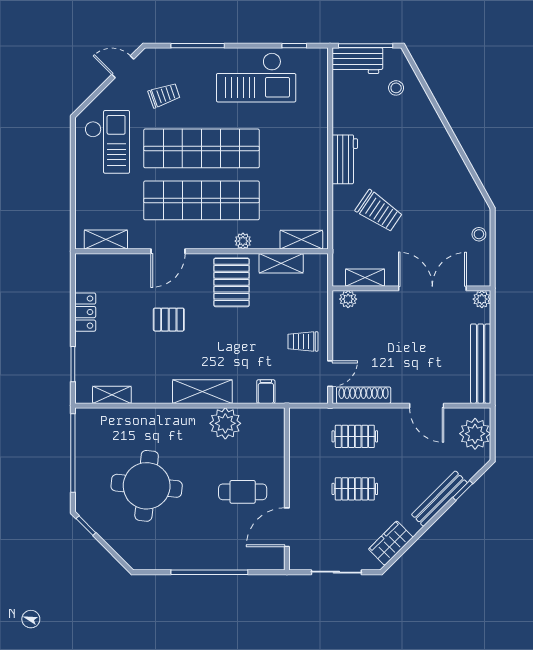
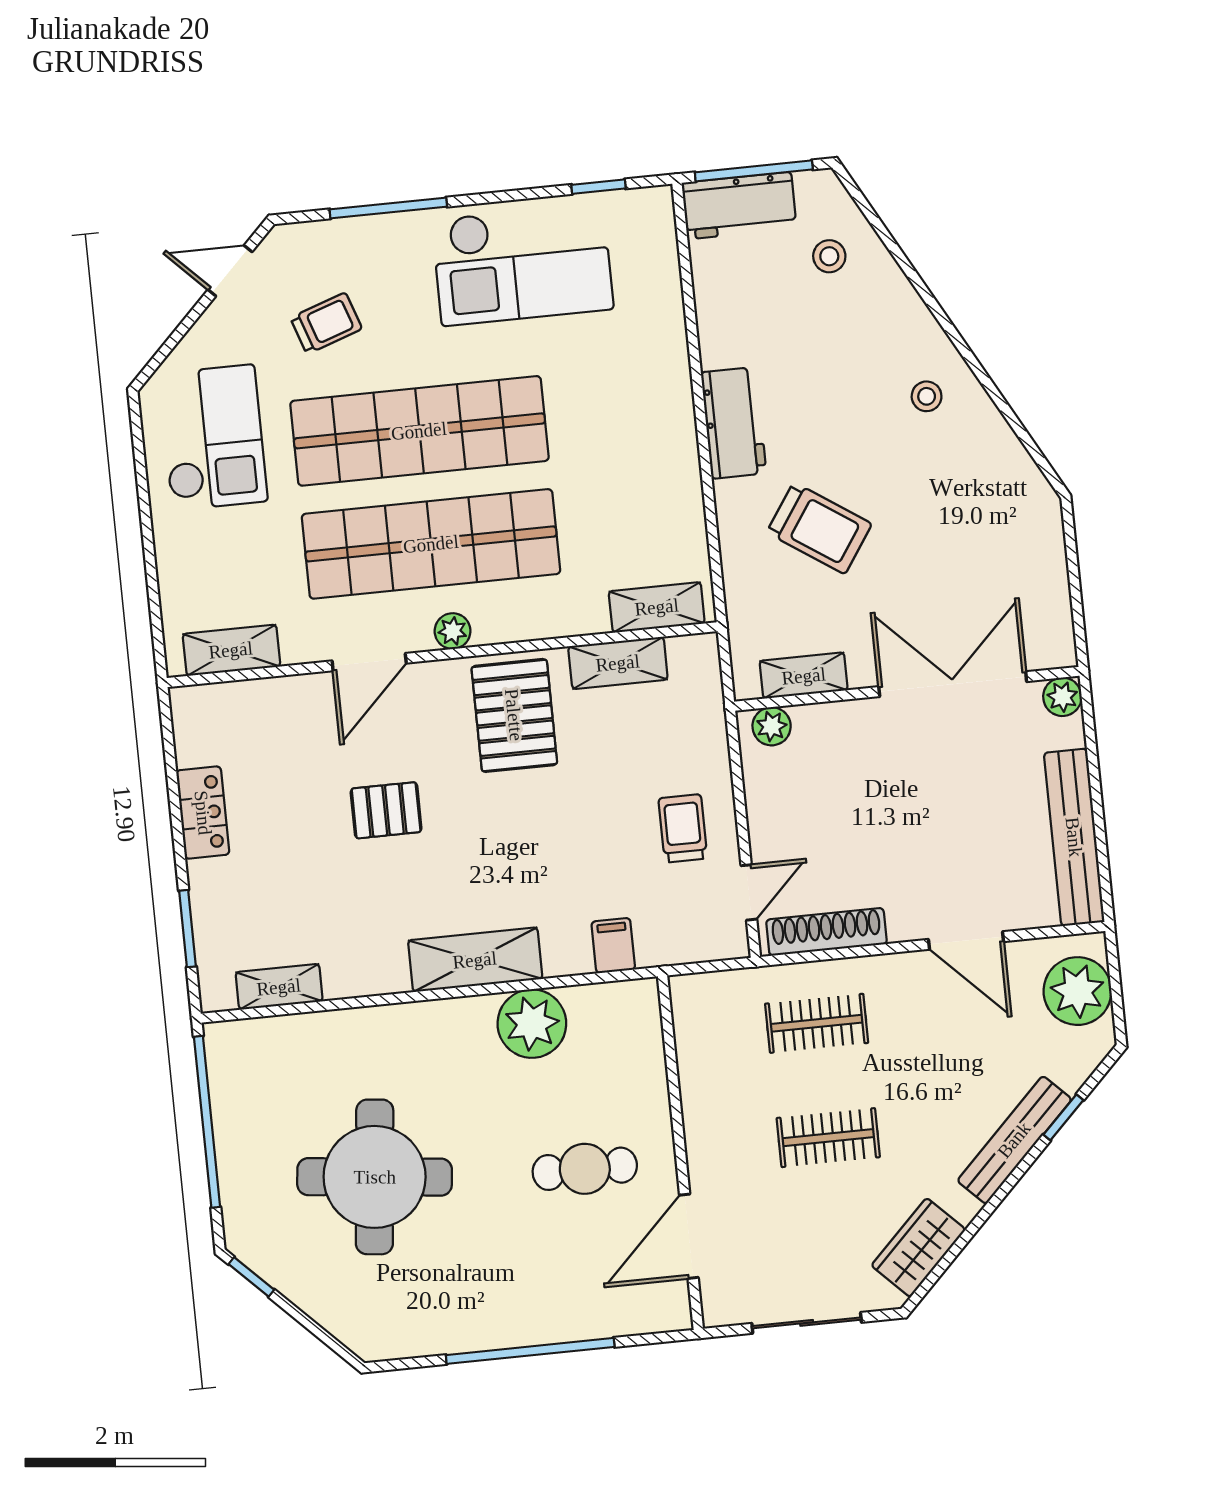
stool: (479, 234) -> (927, 396), moved
plant: (243, 241) -> (453, 631), moved
trolley: (303, 341) -> (683, 828), turned 90

